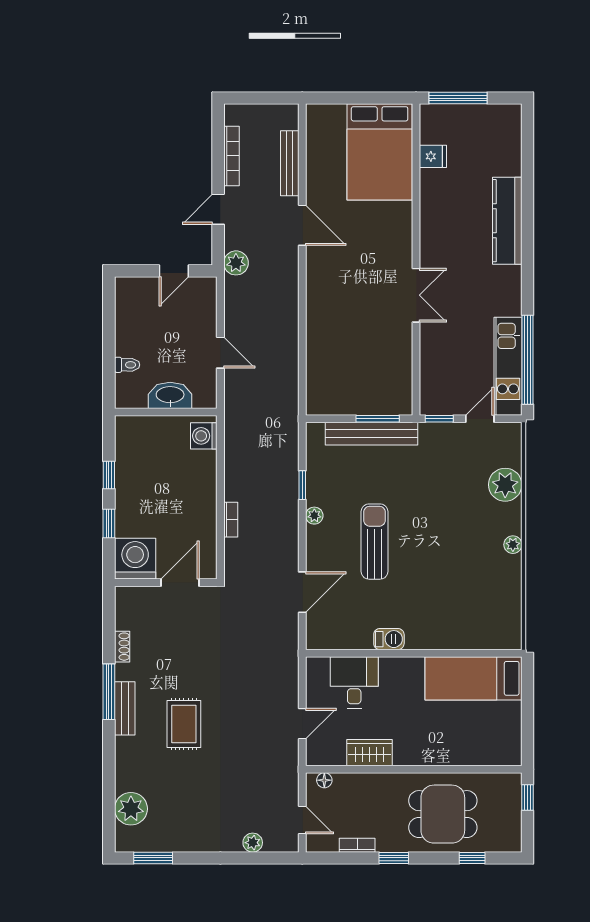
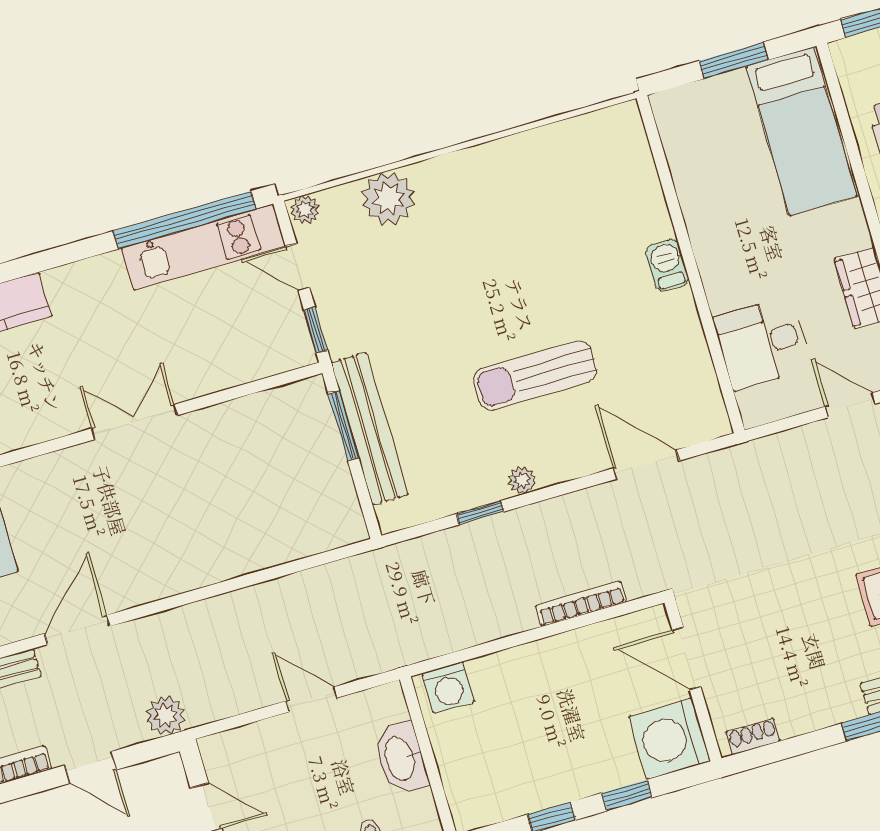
door: (220, 353) -> (312, 699), hinge flipped
bookcase: (231, 520) -> (581, 604), width x1.56
plant: (513, 545) -> (305, 209), moved
barbecue: (389, 639) -> (667, 265), moved
shoe rack: (122, 647) -> (753, 736), moved
bed: (473, 678) -> (802, 132), moved
window: (527, 714) -> (734, 60), added

